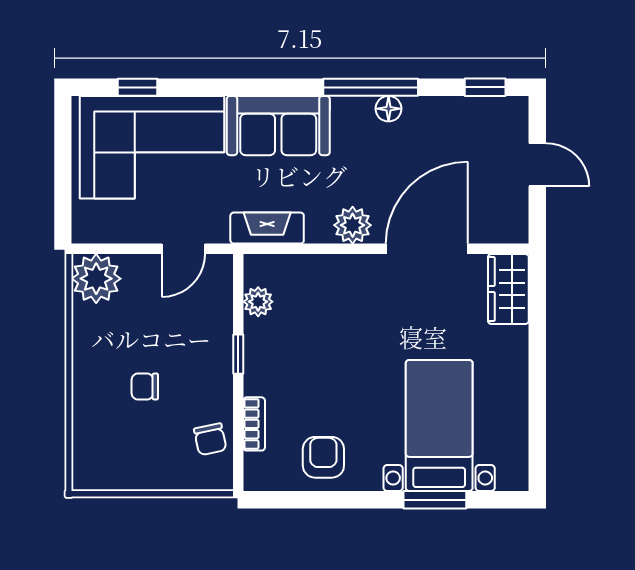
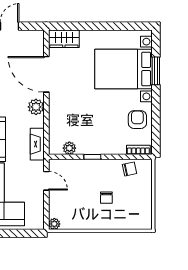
plant: (96, 279) -> (54, 224), width x0.53, depth x0.53
bookcase: (254, 424) -> (138, 150), moved
bed with nightstands: (439, 426) -> (123, 69), width x1.36
armchair: (323, 457) -> (137, 120), turned 90

